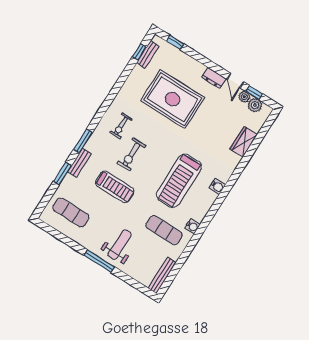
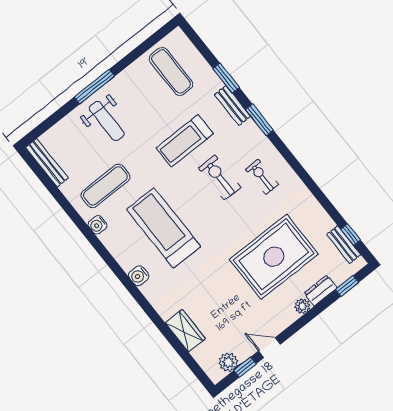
dresser: (214, 78) -> (321, 290), moved
plant: (244, 97) -> (302, 306), moved
exercise mat: (71, 212) -> (171, 71), turned 90

